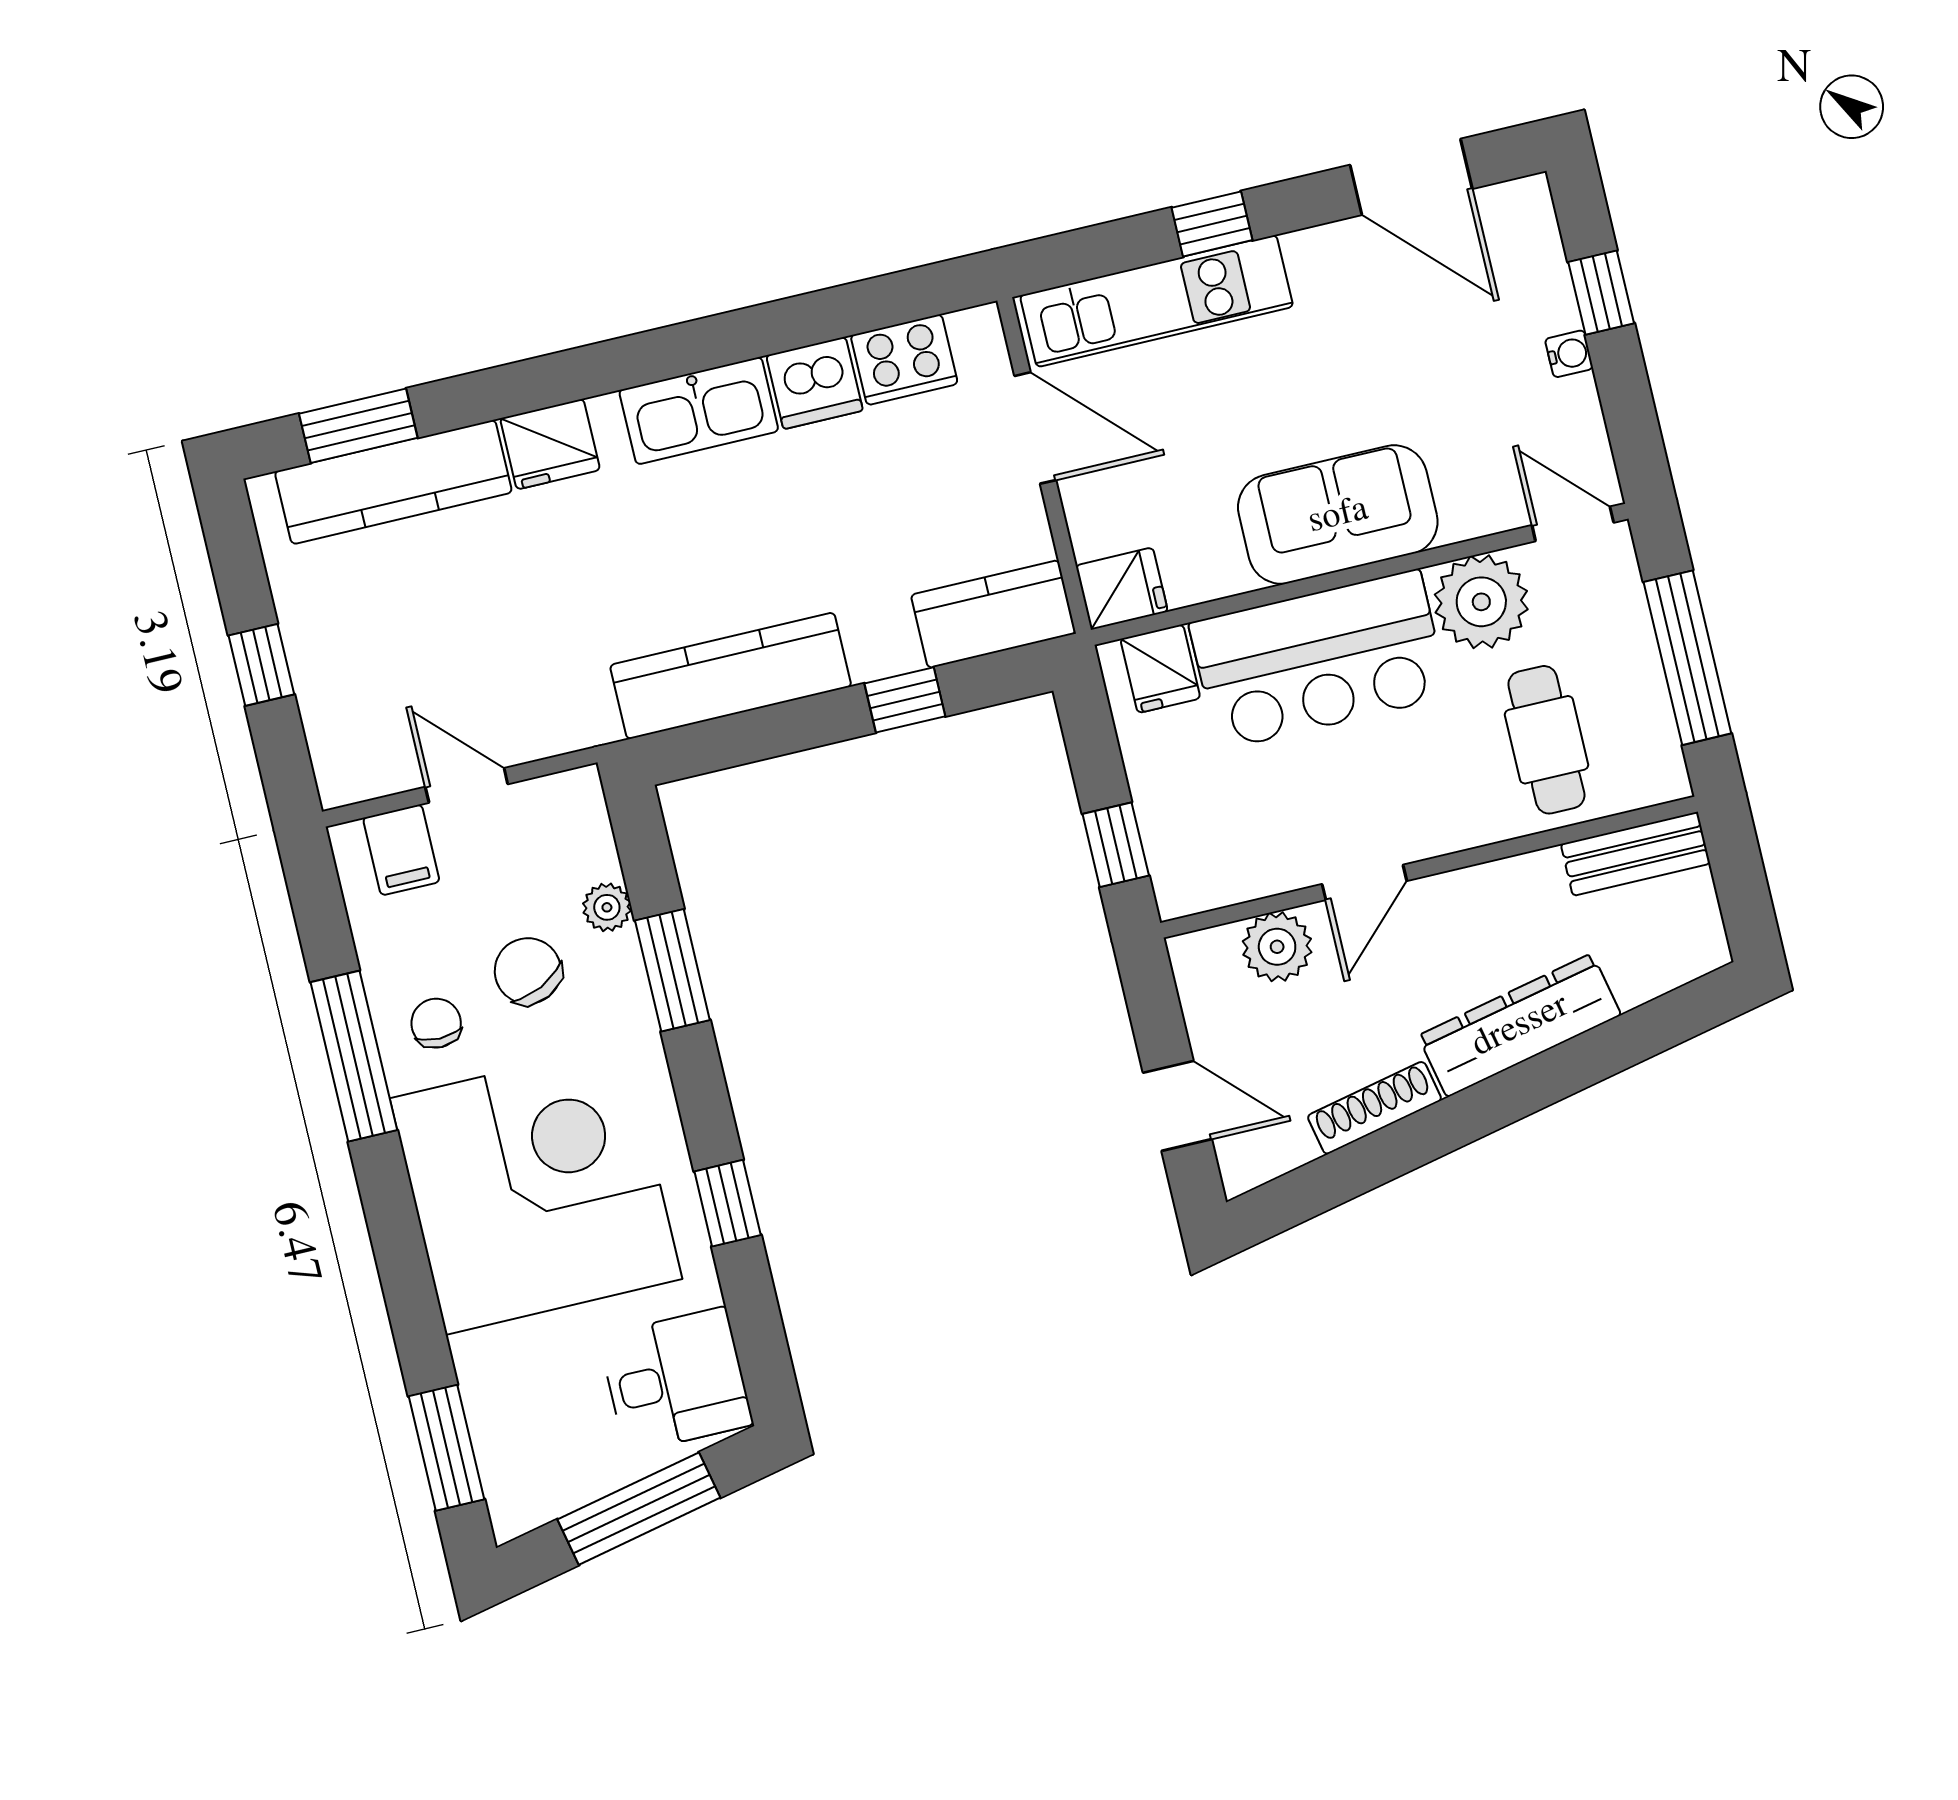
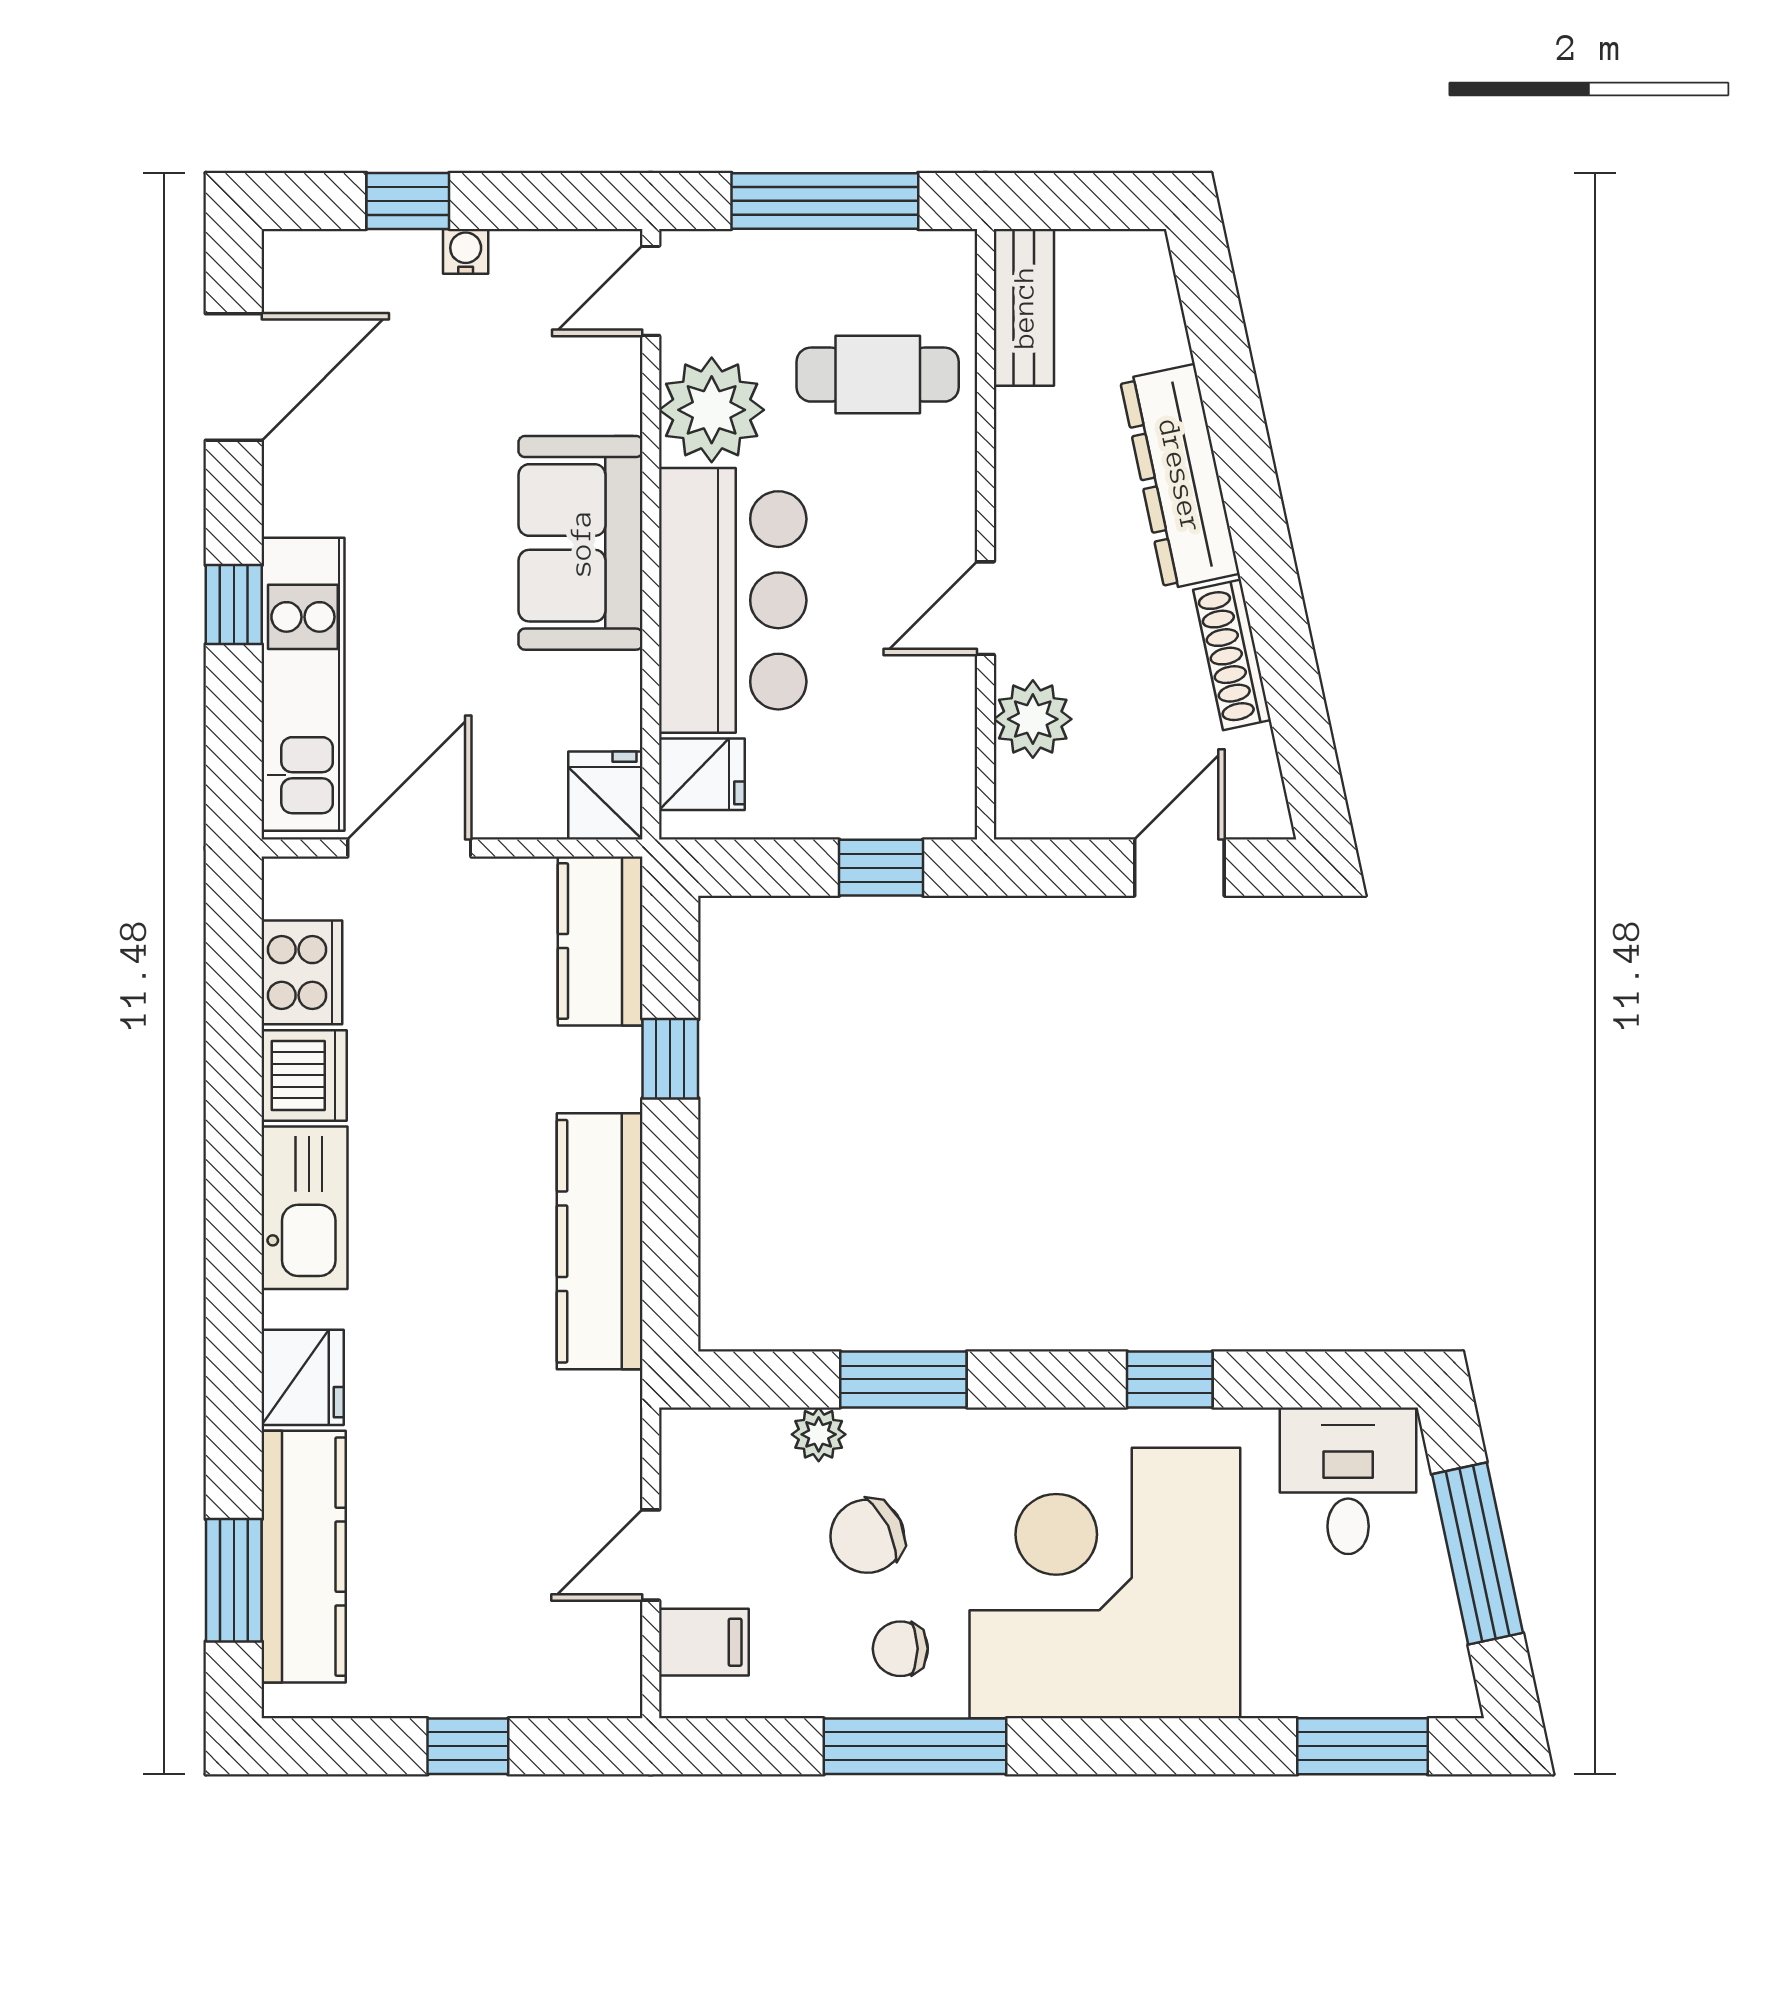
door: (1364, 882) -> (985, 608), swing flipped

